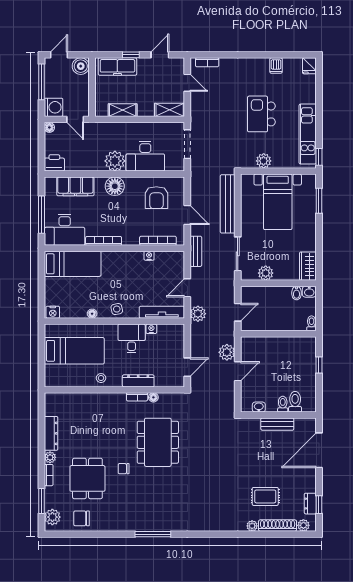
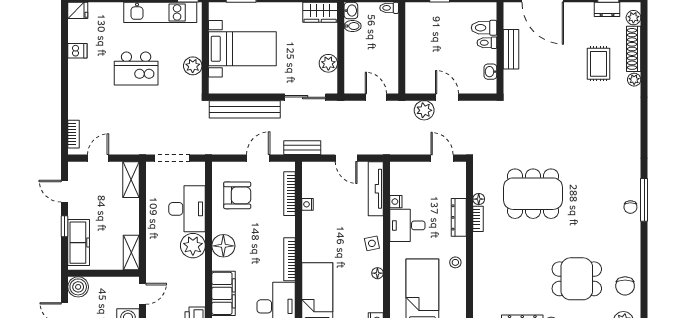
shelving: (123, 110) -> (131, 253), moved
plant: (198, 314) -> (378, 145), removed
chair: (124, 469) -> (630, 207), moved

